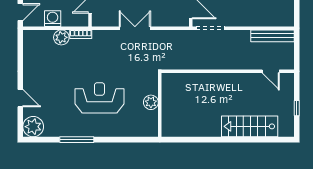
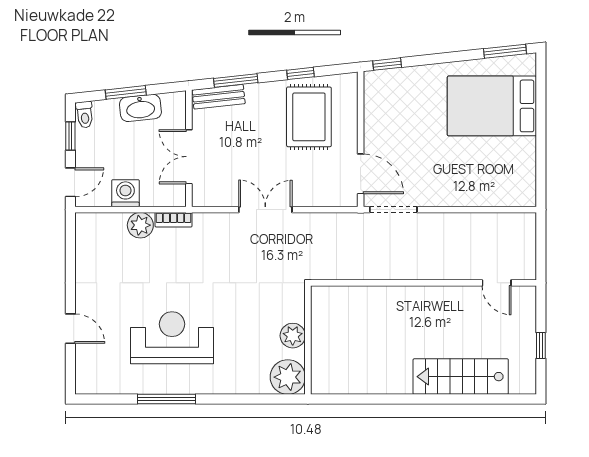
bench: (273, 36) -> (500, 223), removed
reception desk: (99, 98) -> (172, 338), moved
plant: (33, 127) -> (288, 377), moved

